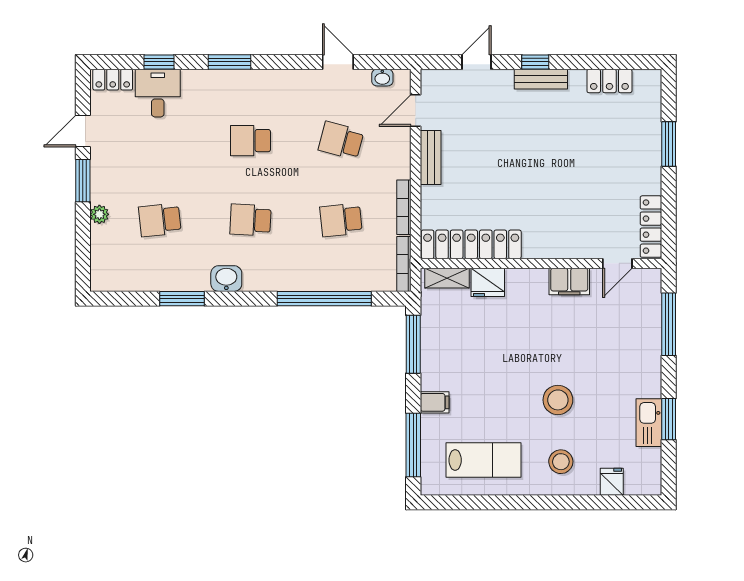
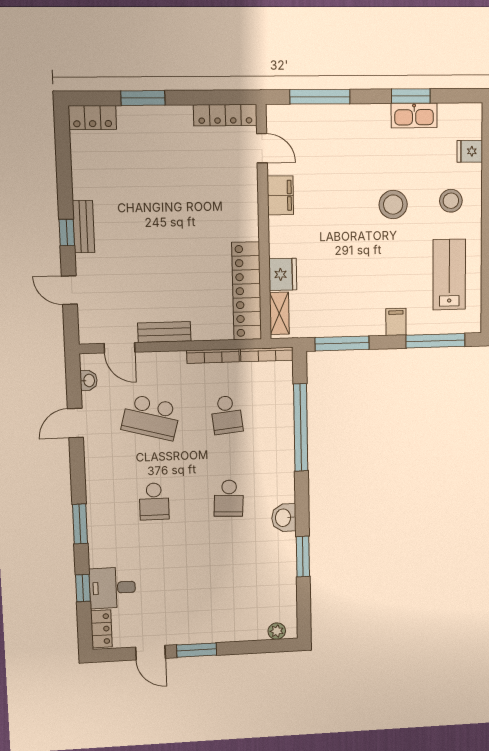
locker: (609, 81) -> (92, 118), moved, turned 90
school desk: (341, 141) -> (151, 417), width x1.85
plant: (99, 214) -> (277, 631), moved
school desk: (160, 220) -> (231, 580), removed

